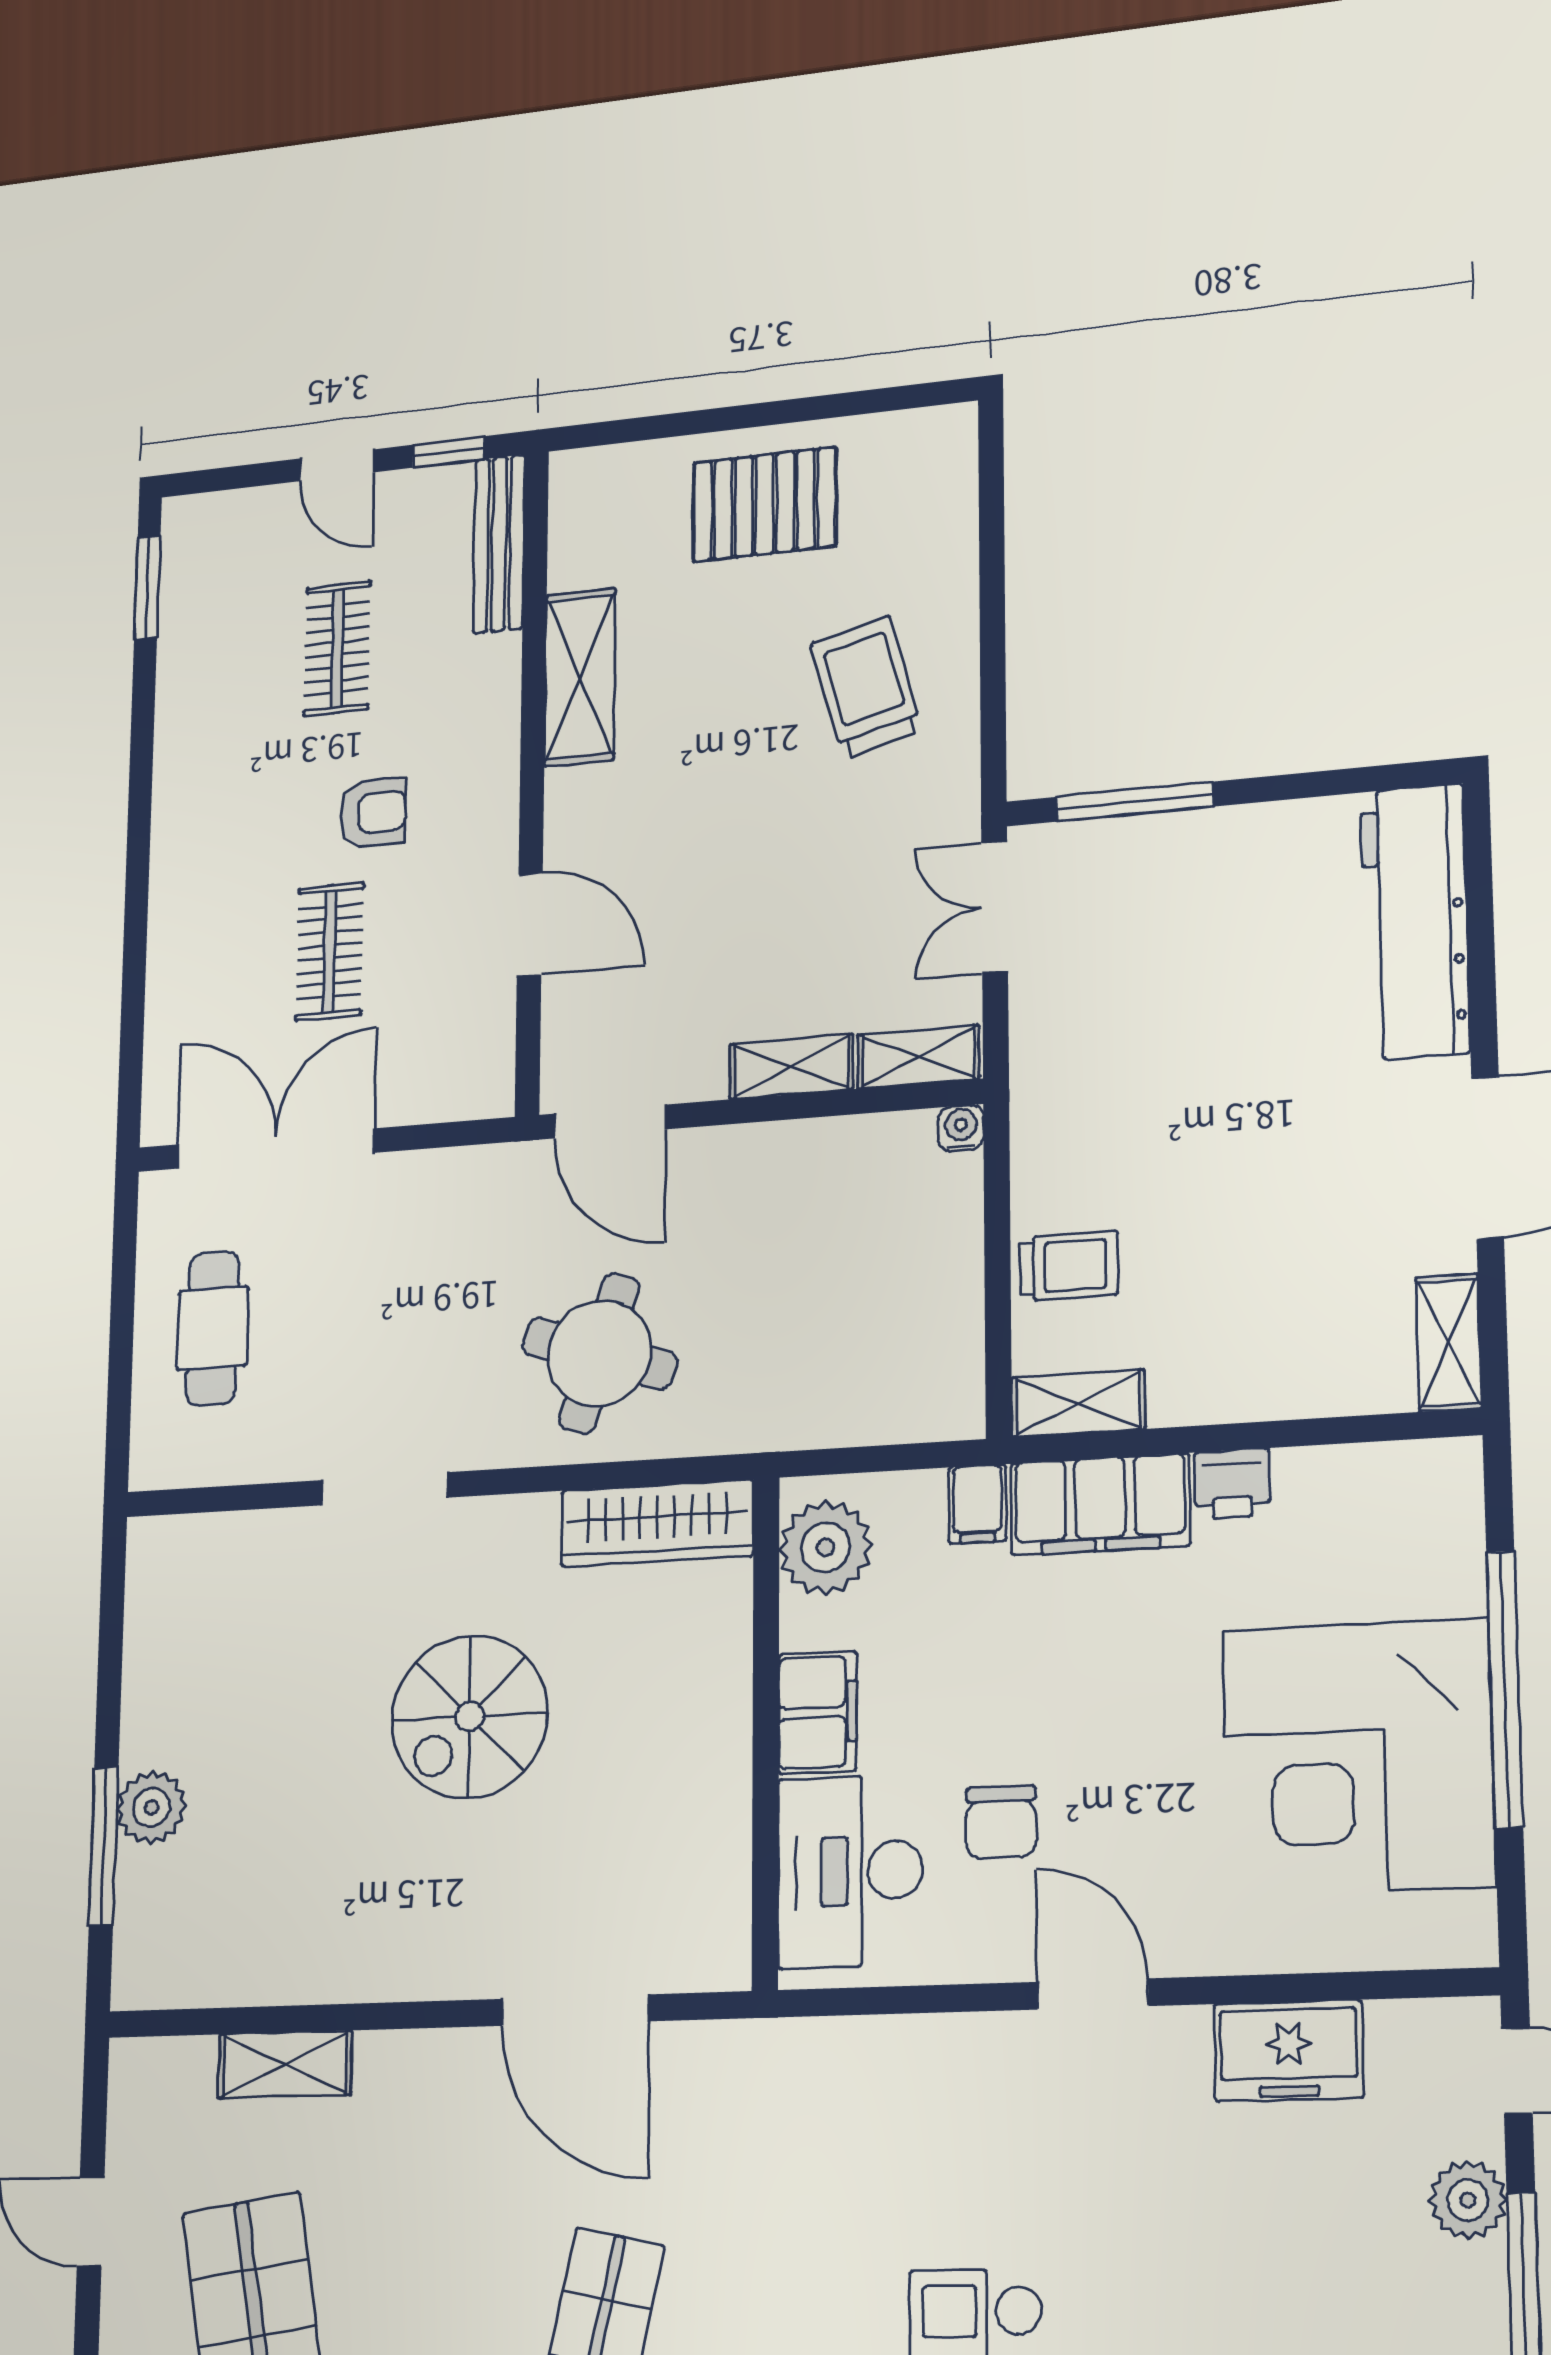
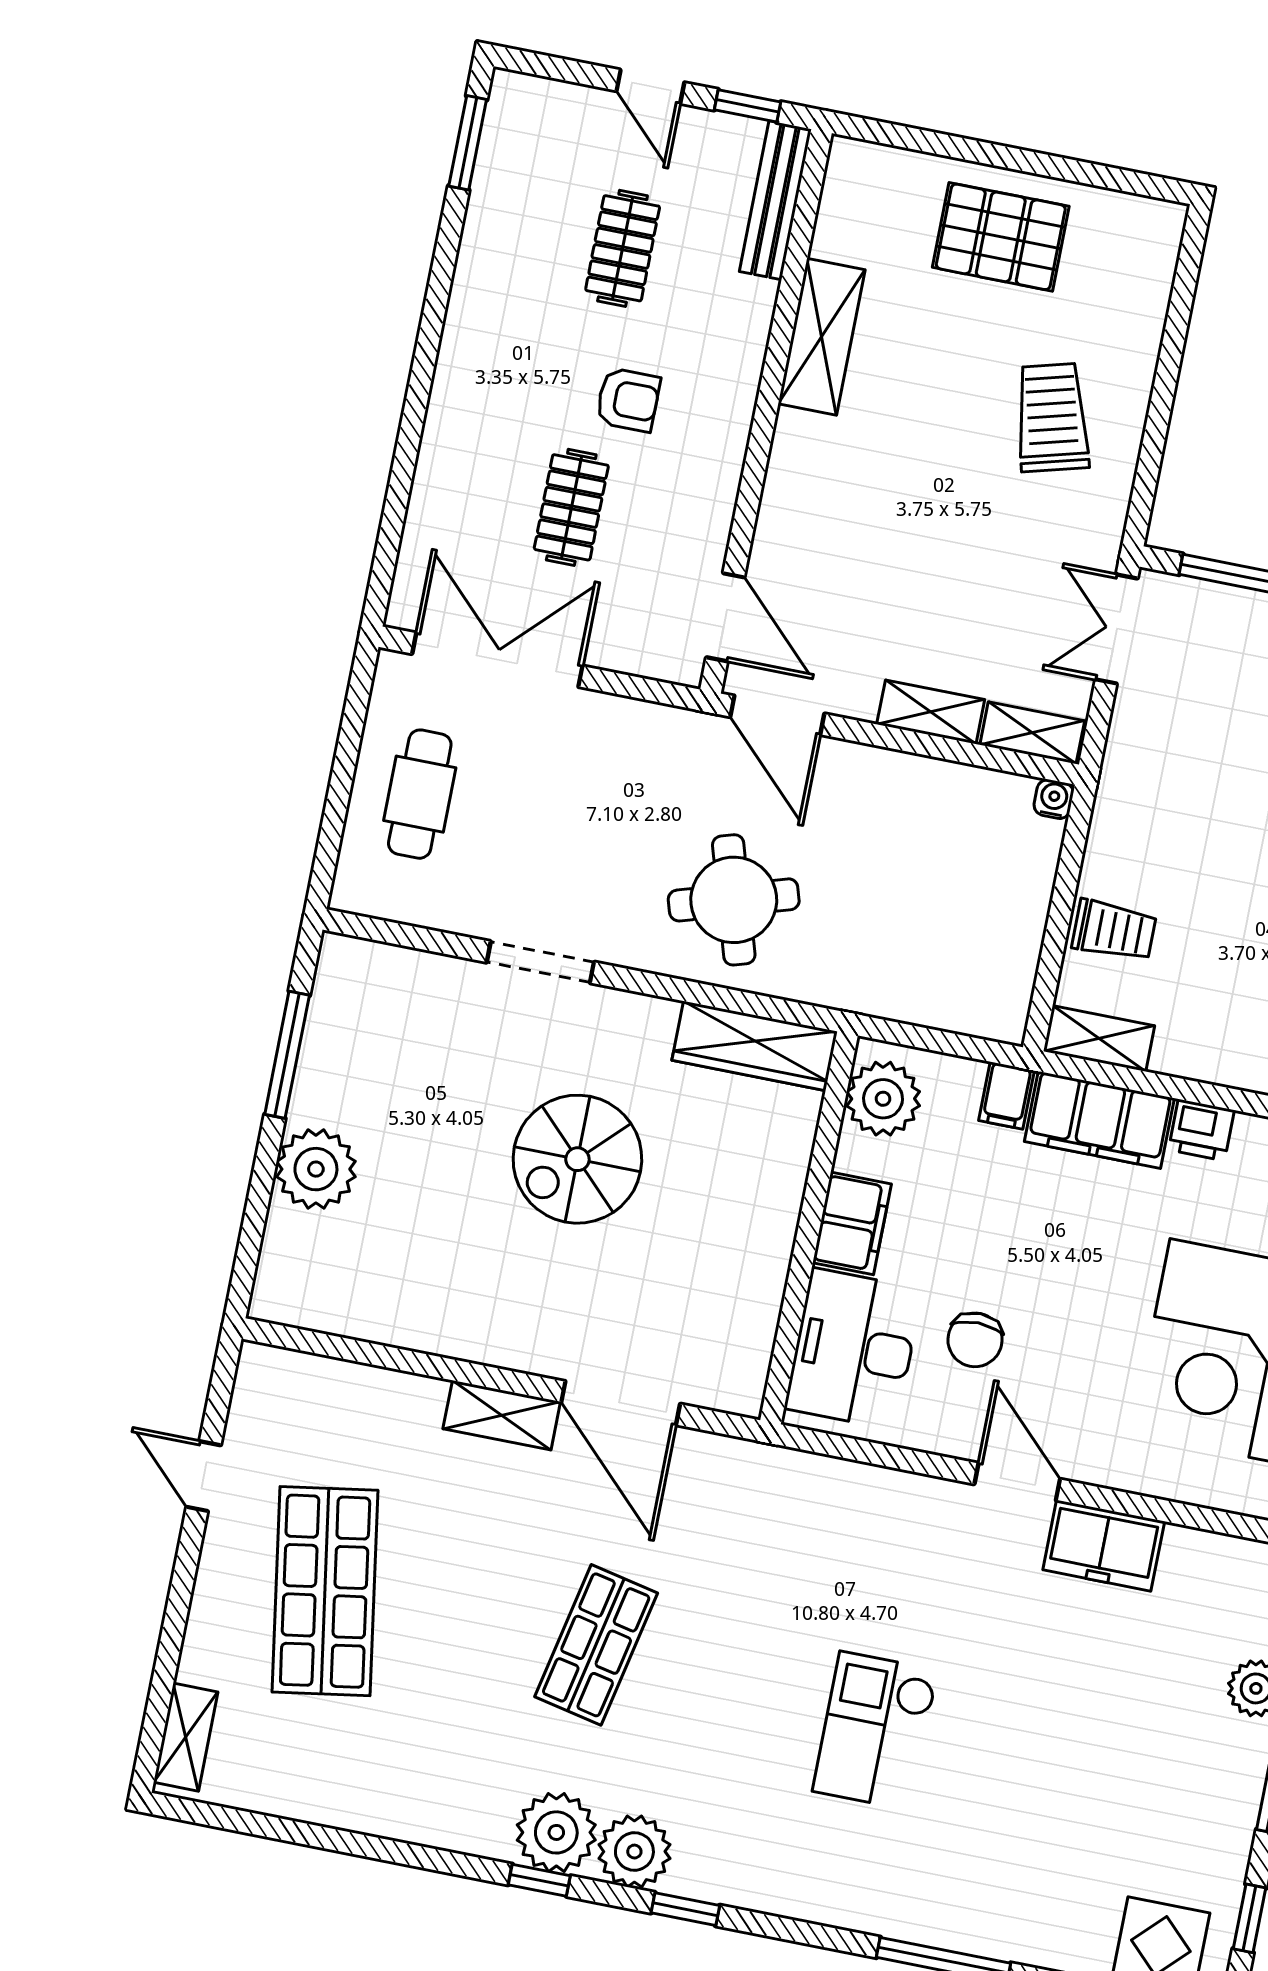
door: (530, 925) -> (725, 617), moved
round table: (599, 1353) -> (734, 900), turned -35
plant: (151, 1807) -> (316, 1169), width x1.36, depth x1.36
window: (104, 1846) -> (287, 1055), moved
freezer: (1289, 2051) -> (1104, 1546), moved
shelving: (285, 2064) -> (502, 1415), moved

